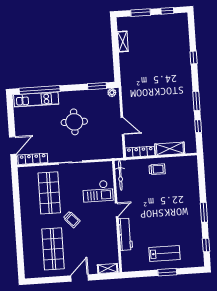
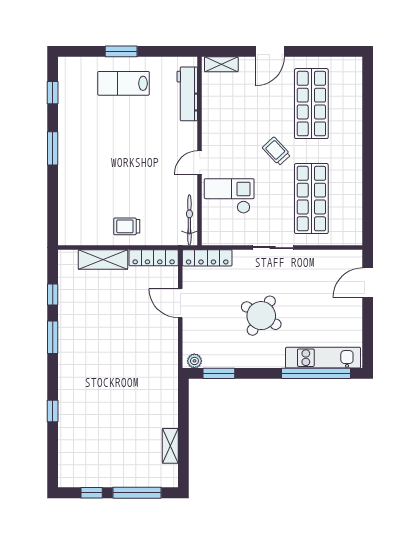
window: (141, 13) -> (137, 493), width x1.44
round table: (74, 122) -> (261, 316), turned 31
locker: (33, 159) -> (207, 258), moved
workbench: (126, 234) -> (187, 94), moved

